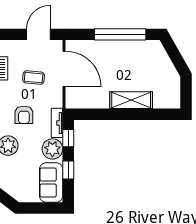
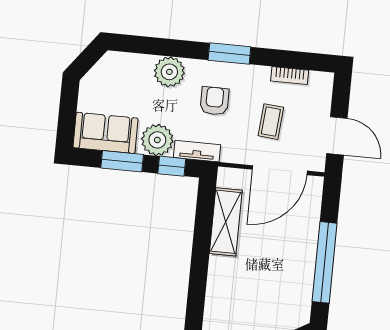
shelving: (131, 100) -> (226, 222), moved
armchair: (24, 115) -> (215, 101), turned 90
window: (68, 170) -> (122, 161), width x1.50

